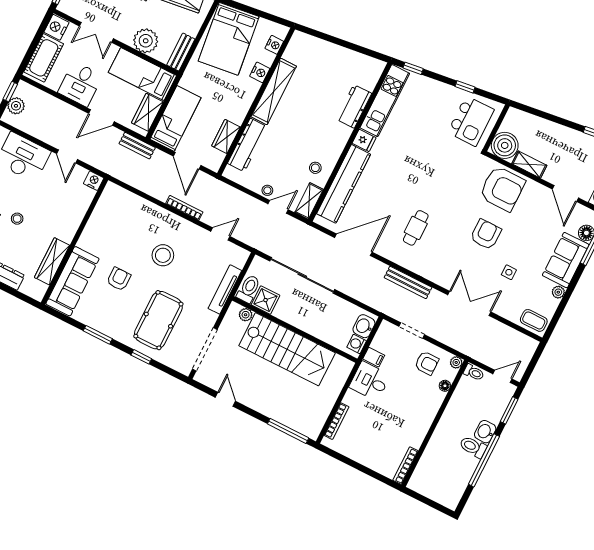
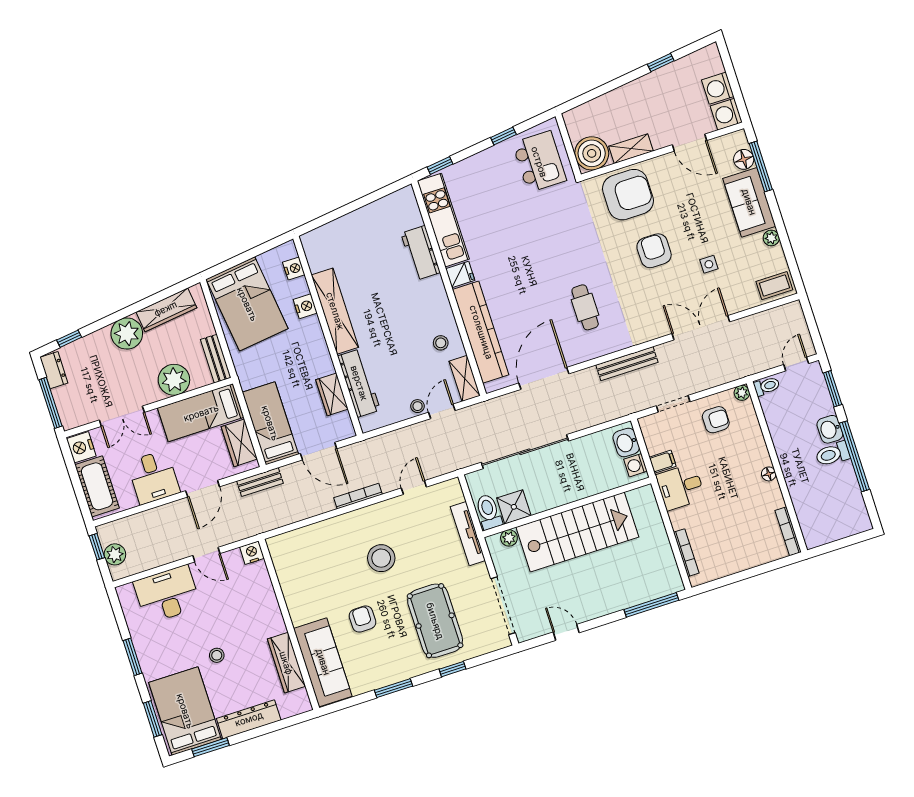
floor lamp: (445, 386) -> (769, 474), moved

